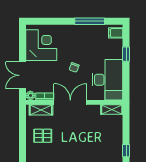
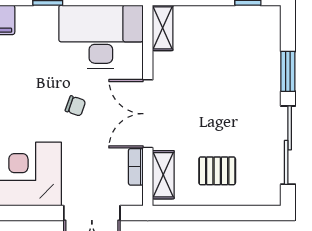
plant: (30, 96) -> (134, 197), removed
pallet: (43, 136) -> (217, 171), turned 90

